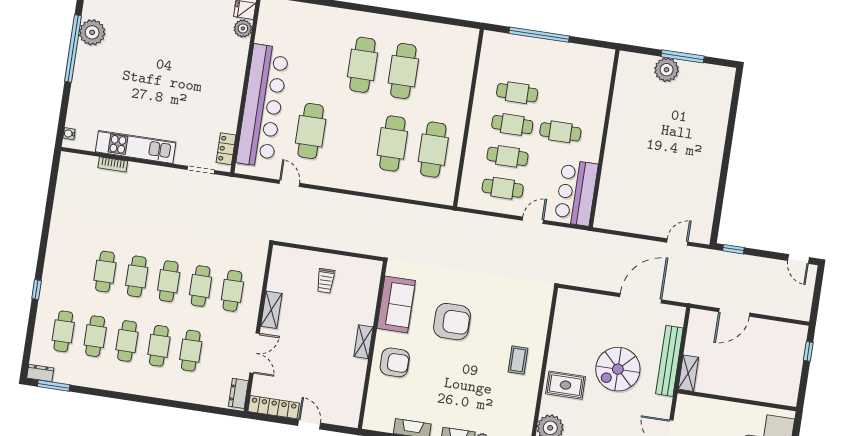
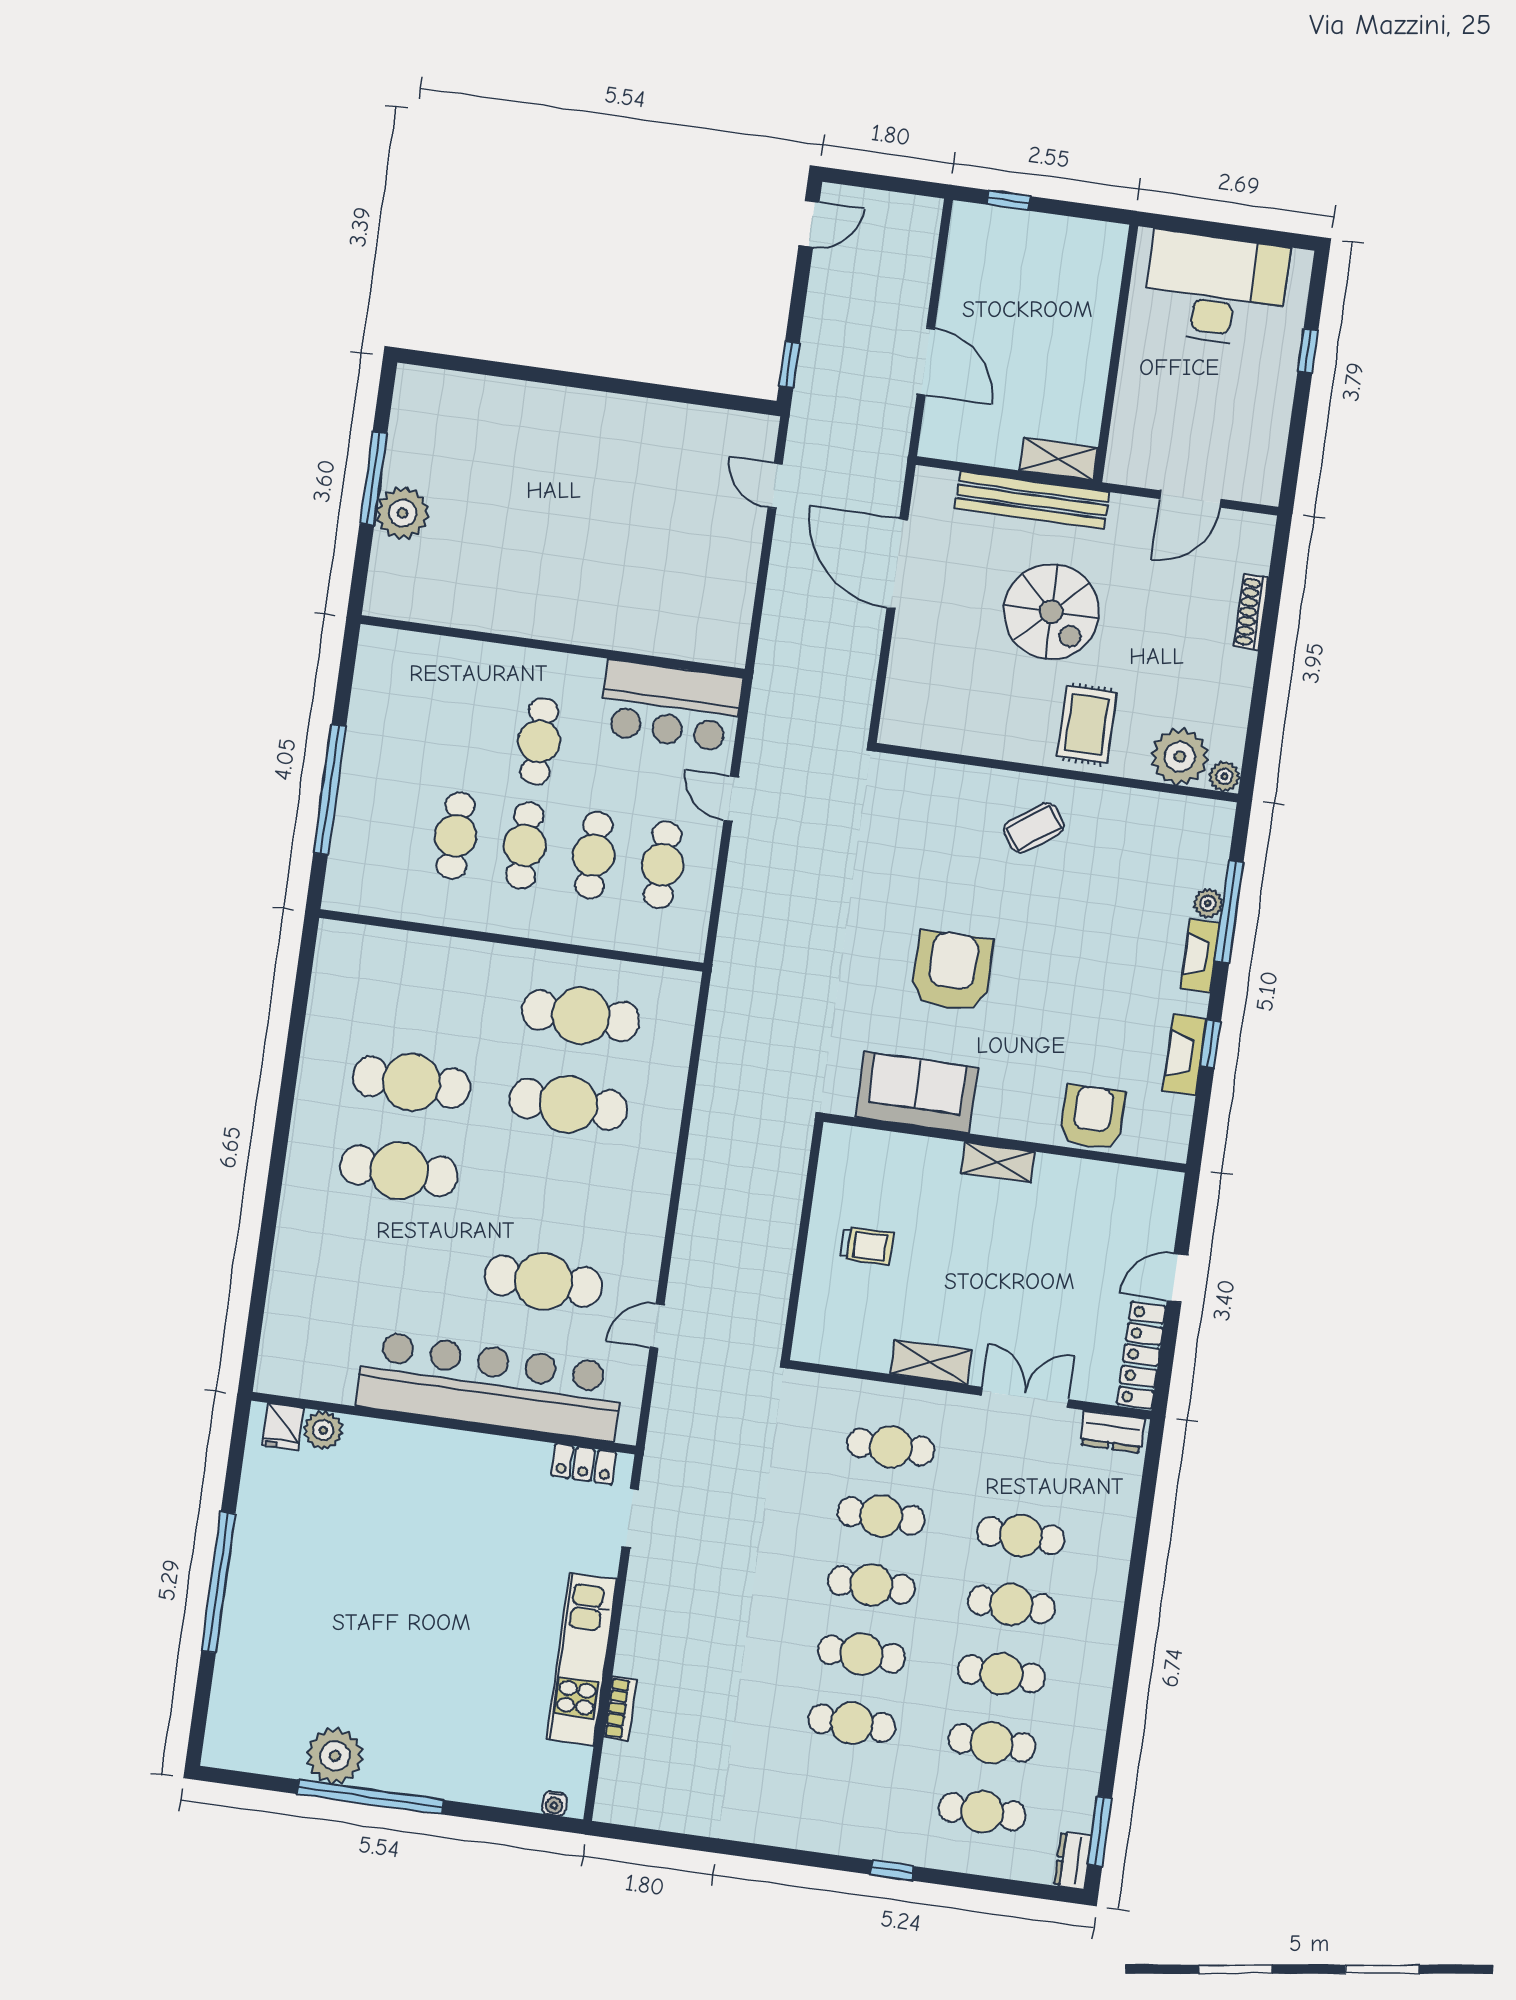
coffee table: (518, 360) -> (1034, 828), turned -36
armchair: (395, 362) -> (1093, 1117), moved

